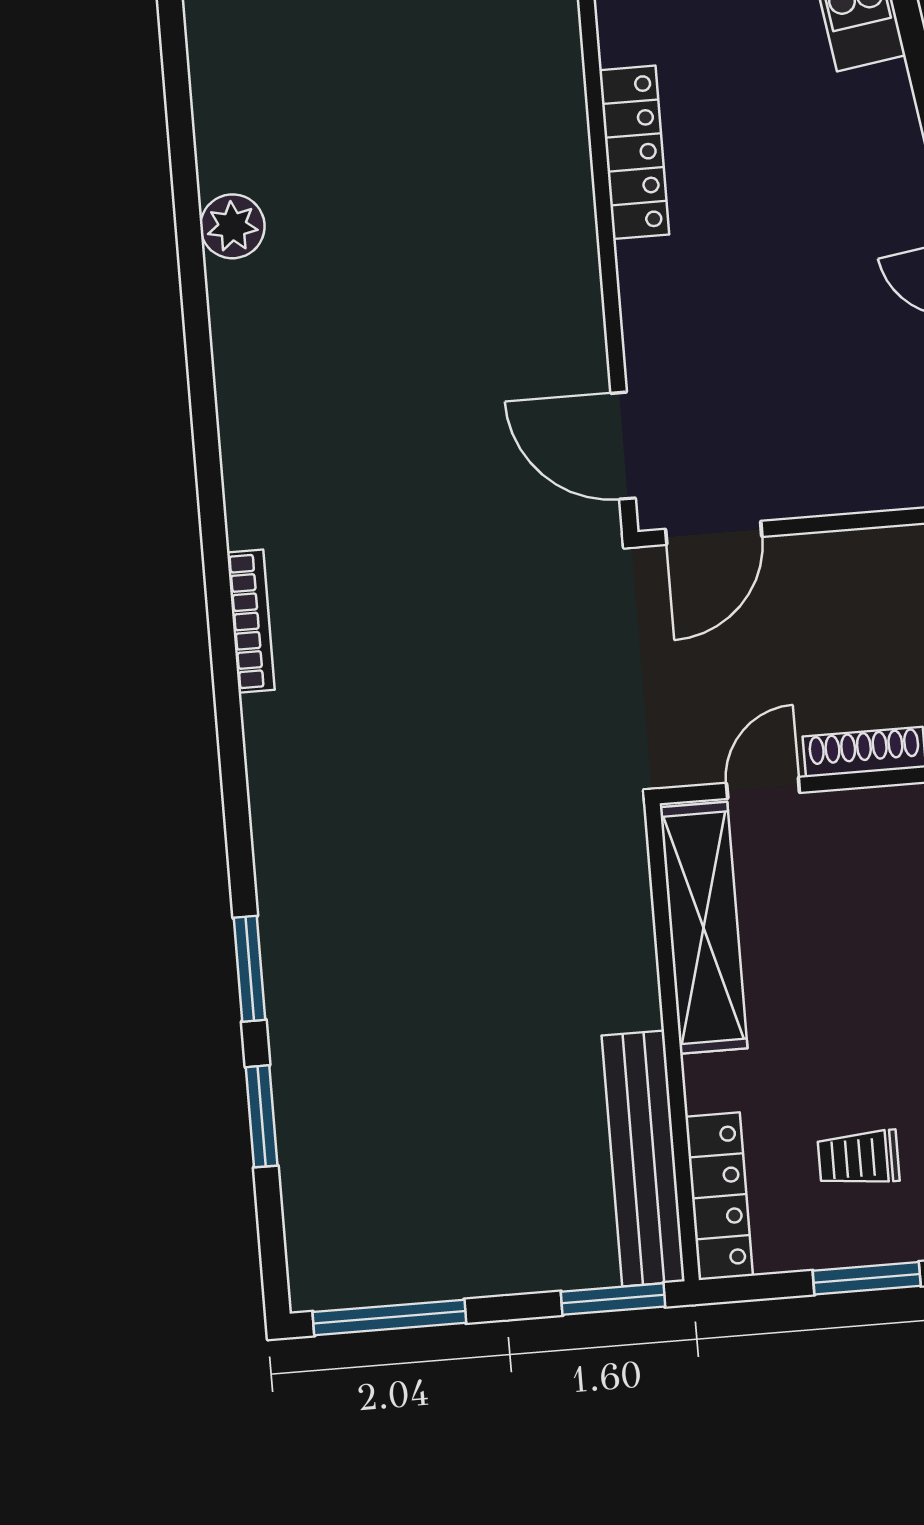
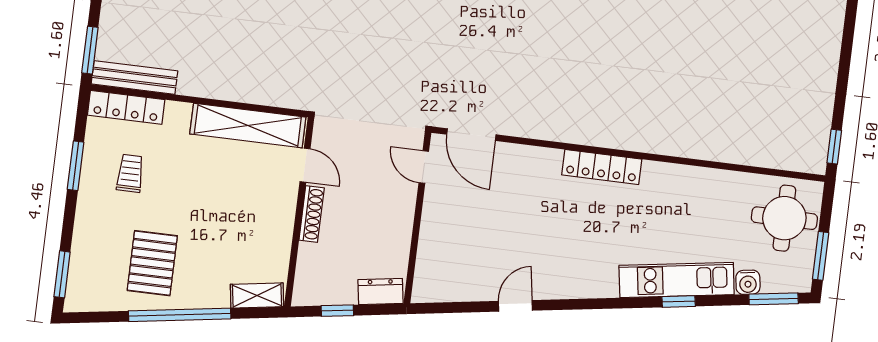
door: (623, 446) -> (471, 135), swing flipped
door: (714, 533) -> (424, 167), width x0.73
bench: (643, 1158) -> (134, 77), width x0.73, depth x0.82

